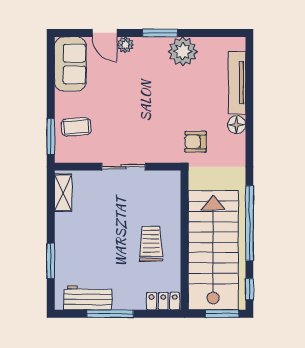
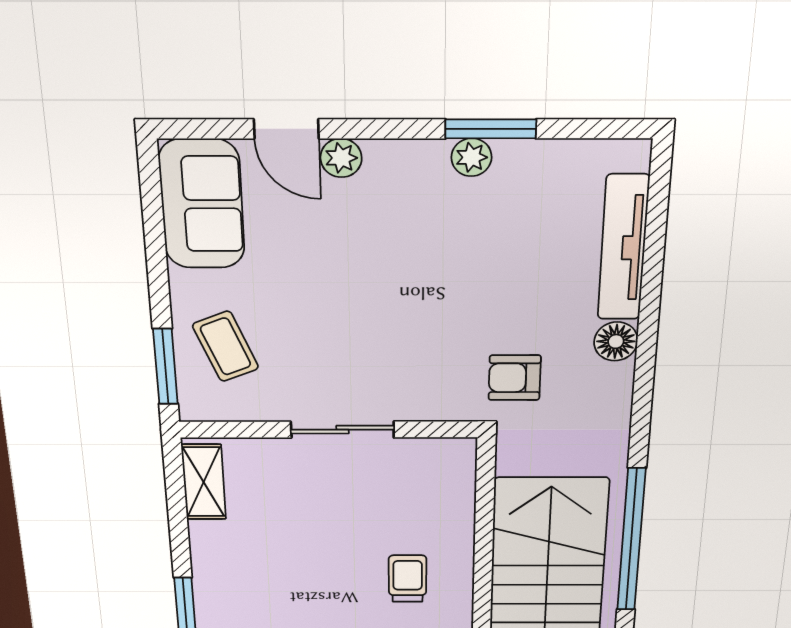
window: (160, 33) -> (491, 129), moved
plant: (183, 51) -> (471, 157), width x0.53, depth x0.53
coffee table: (76, 127) -> (226, 346), turned 72
trolley: (151, 244) -> (408, 579), width x0.73, depth x0.72

